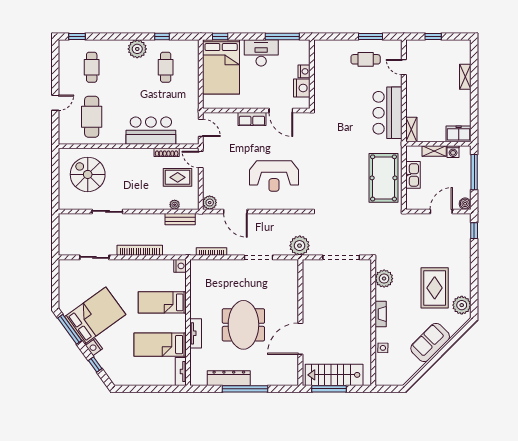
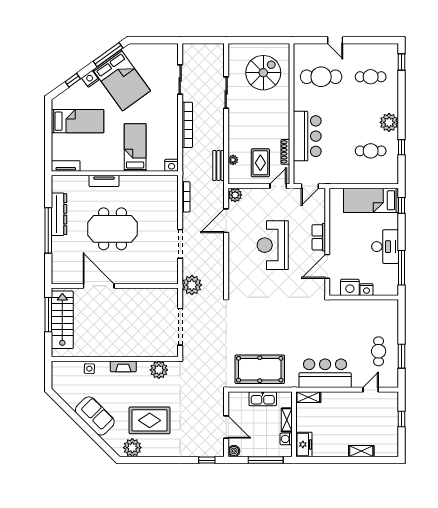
bed: (221, 67) -> (371, 200), width x0.67
reception desk: (274, 176) -> (273, 245), moved
bed: (160, 345) -> (78, 121), moved, turned 90

